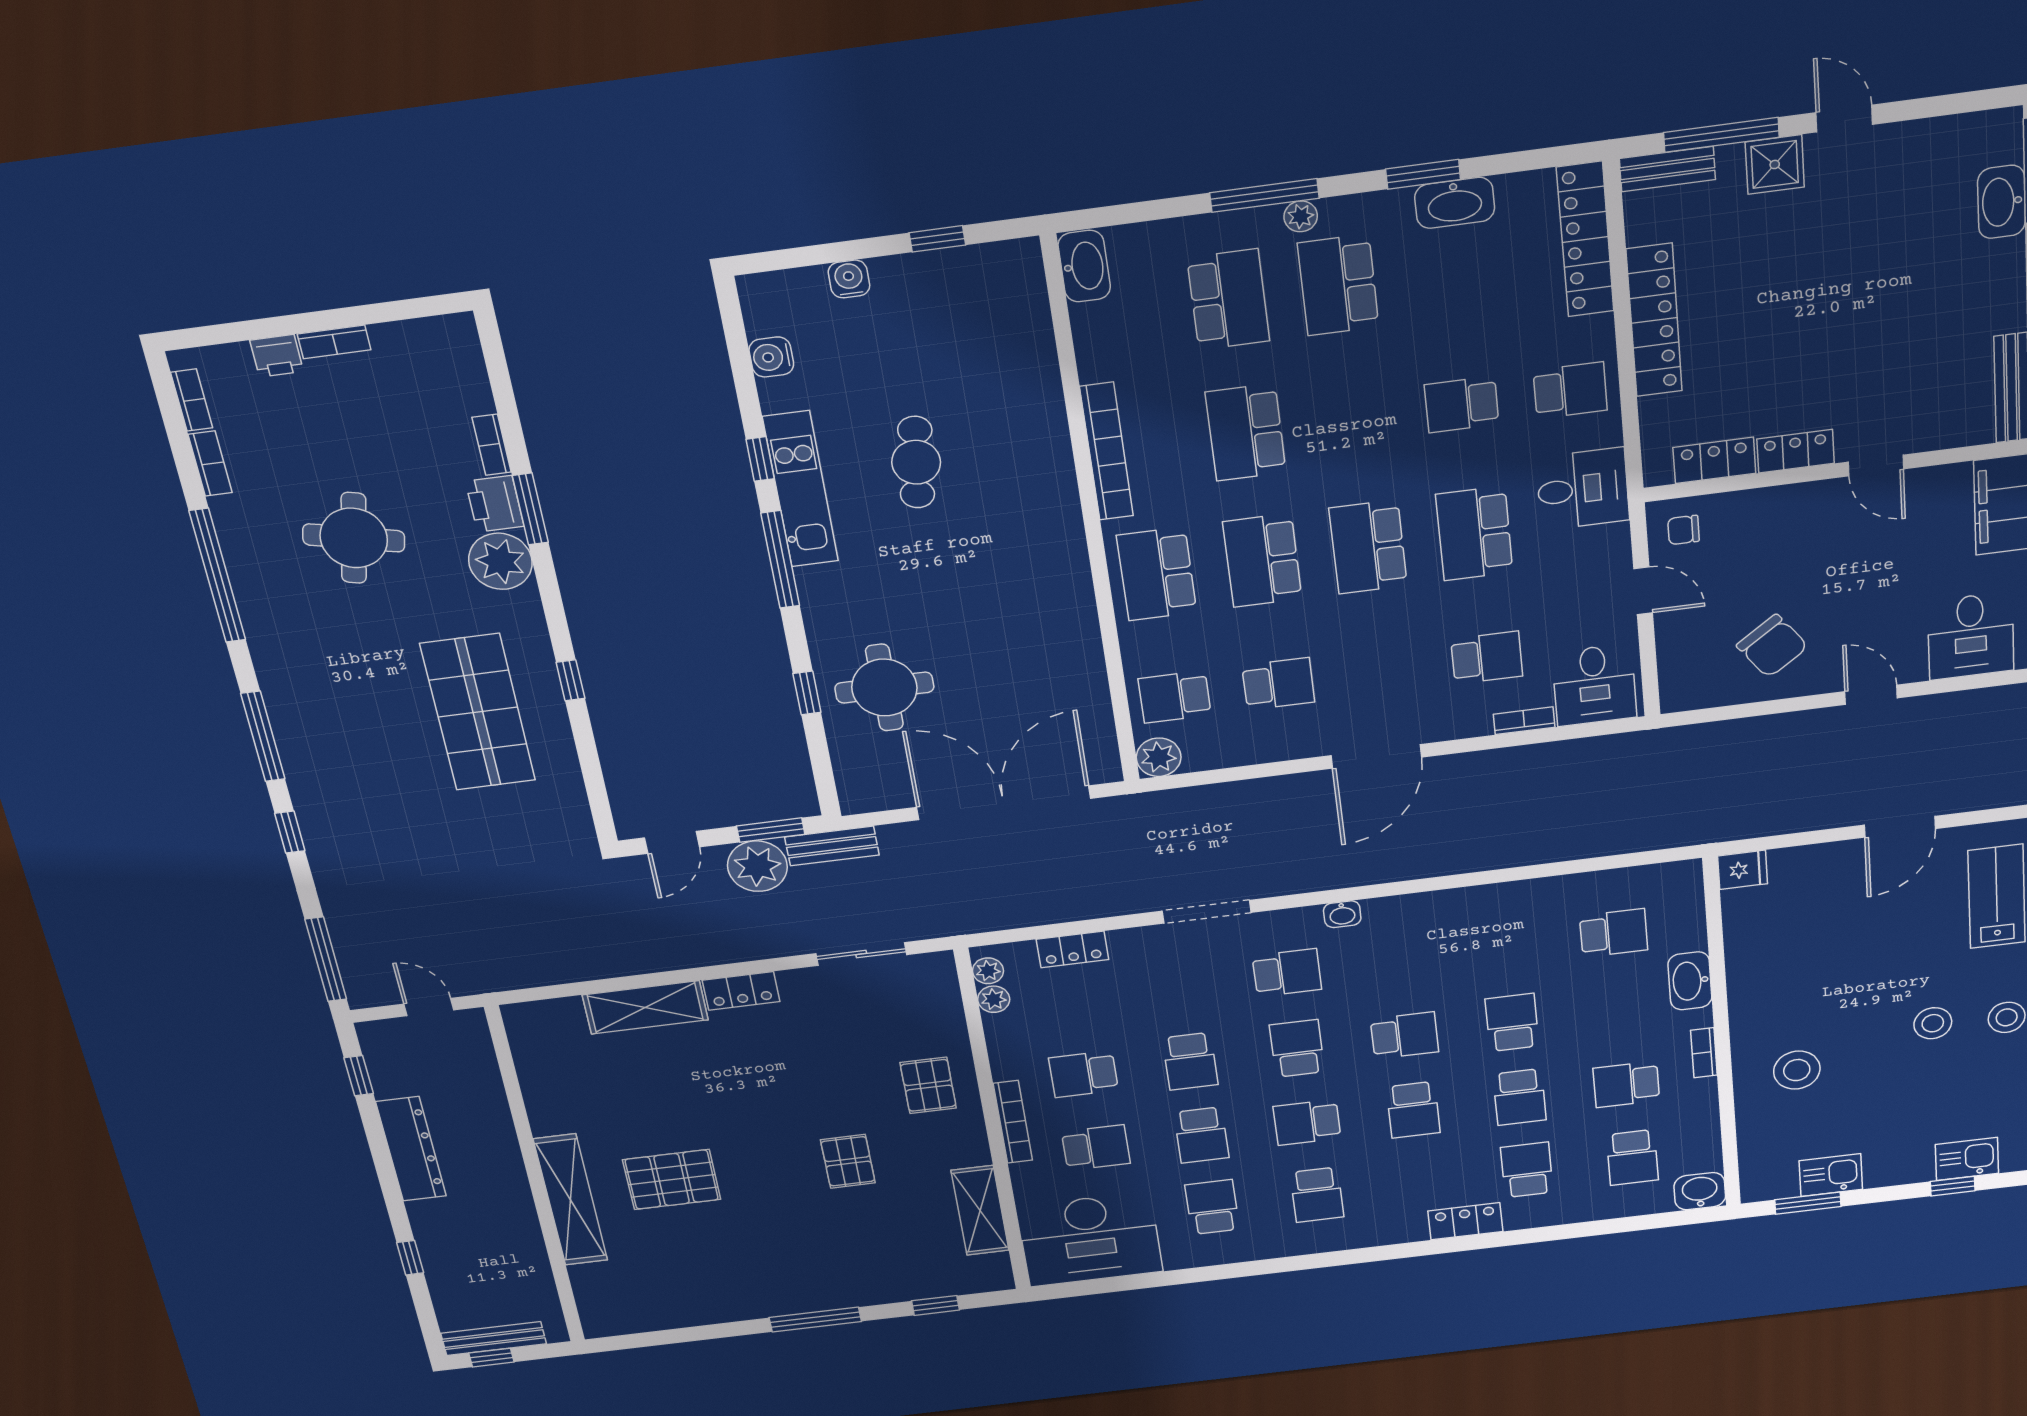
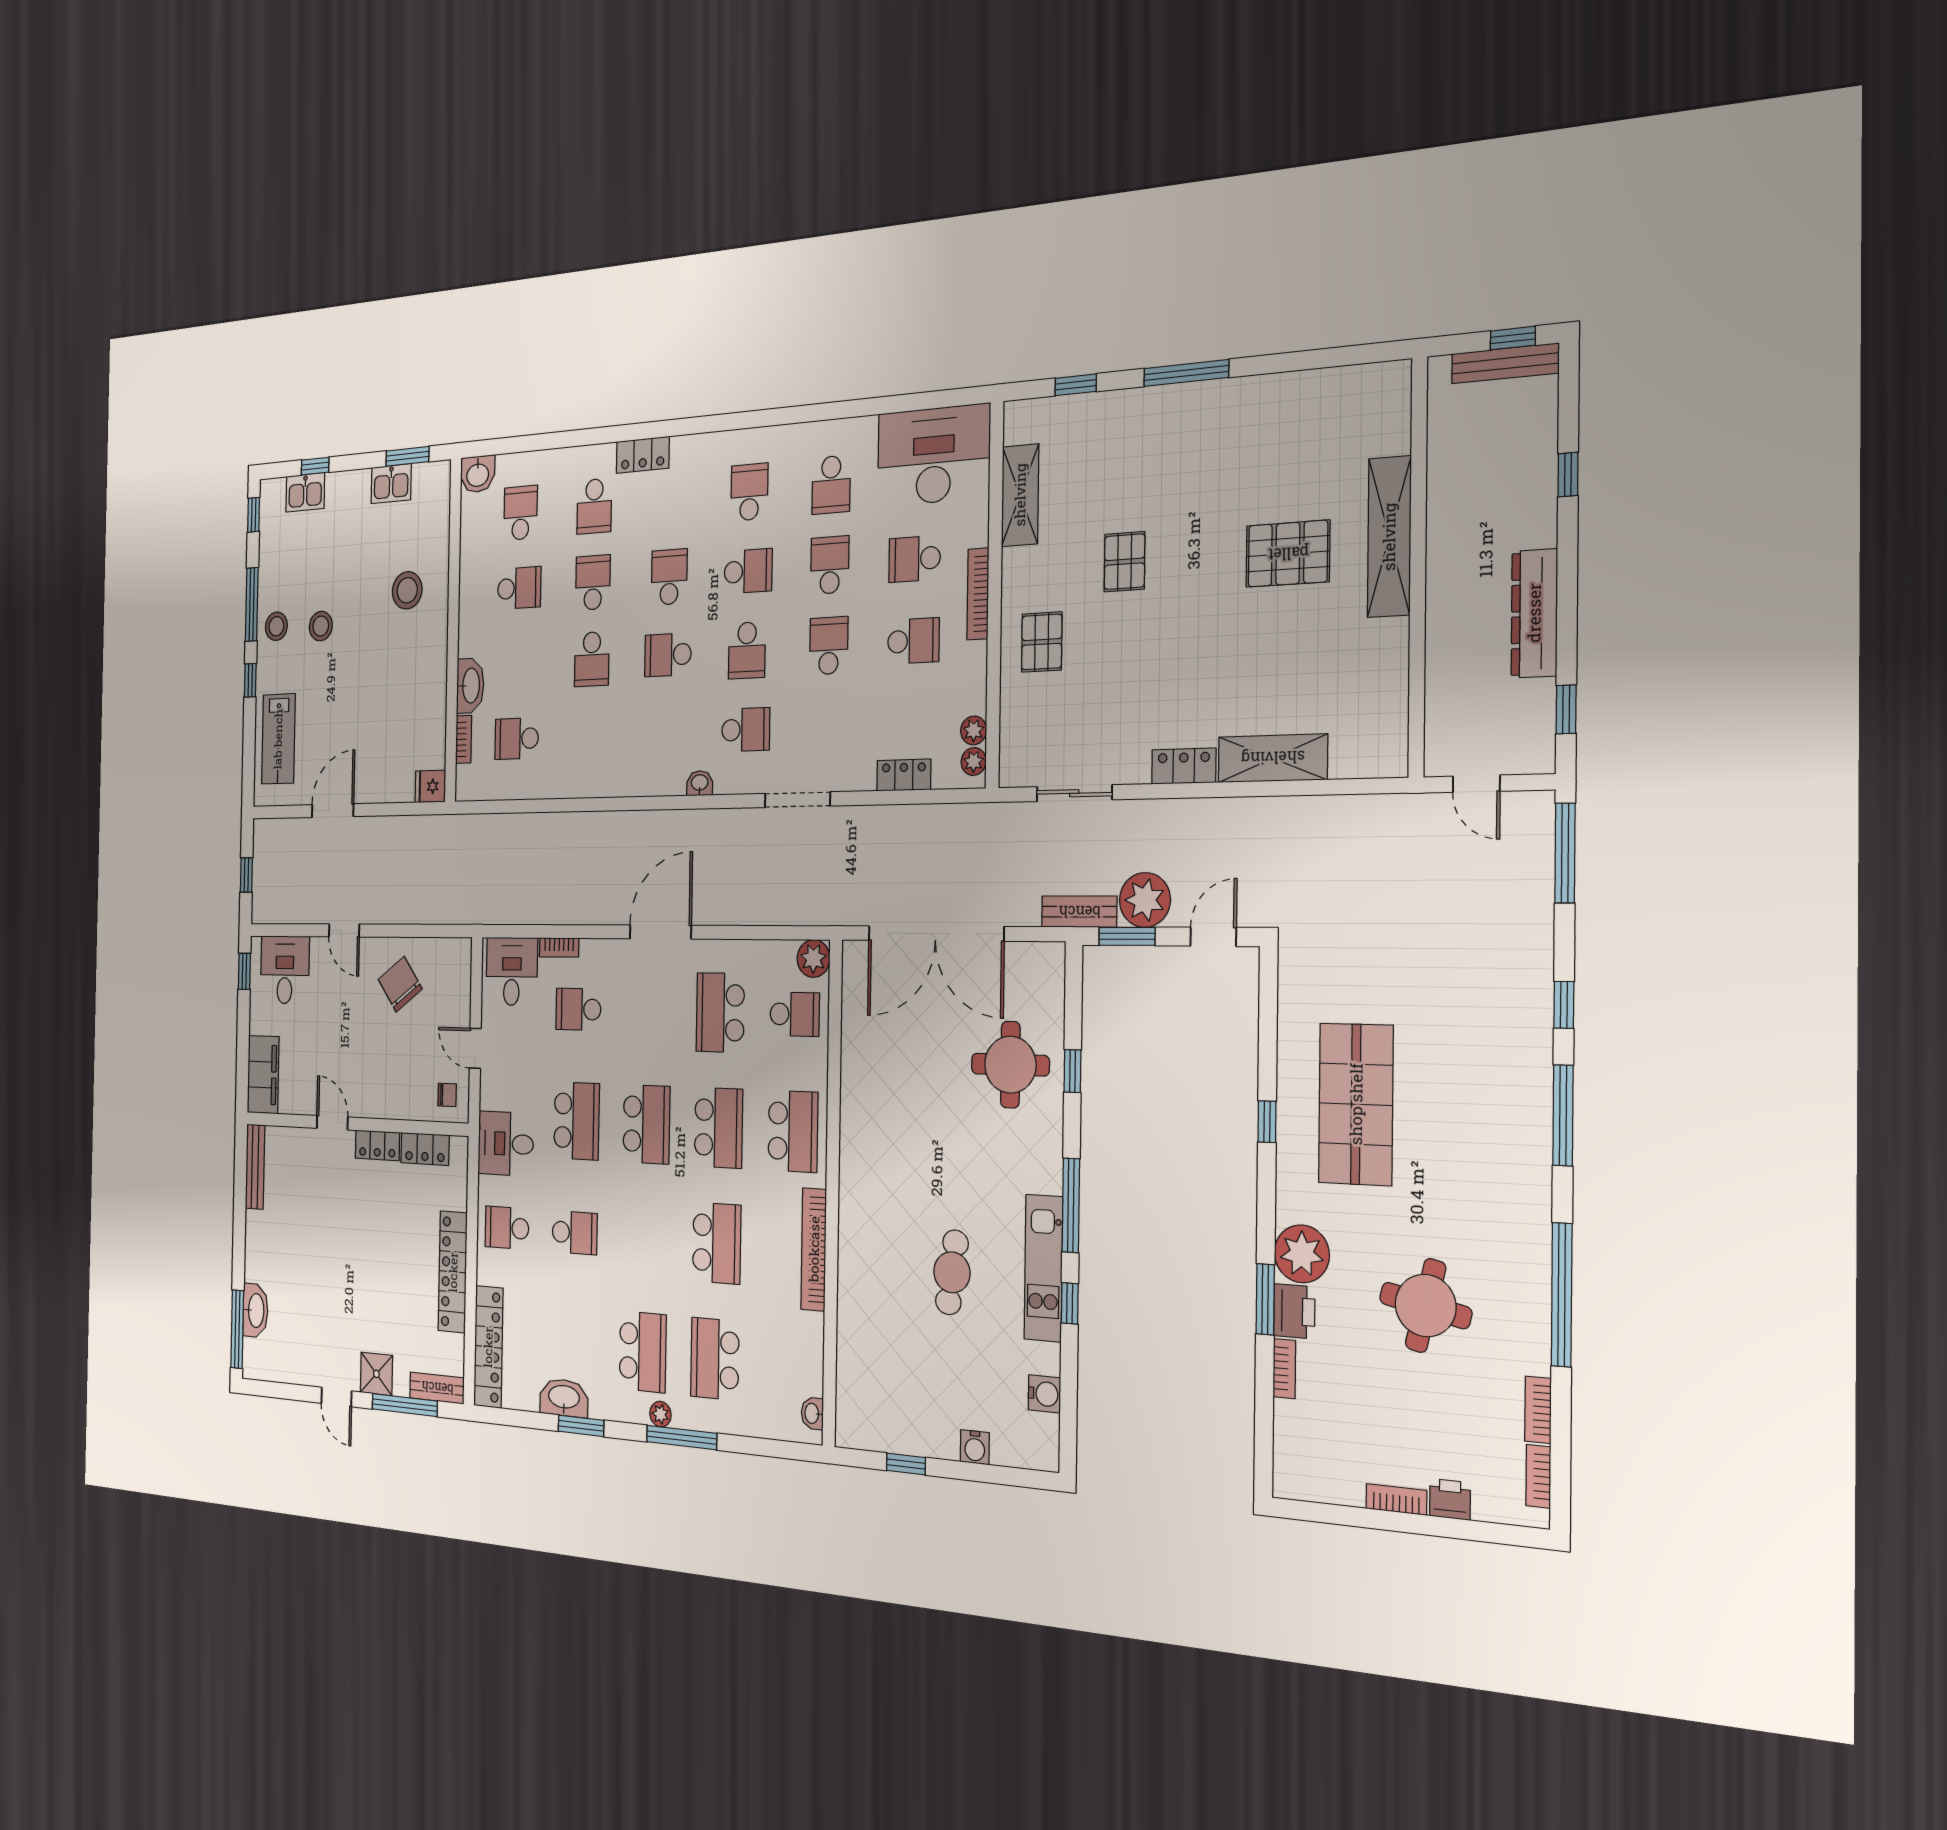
washbasin: (1084, 266) -> (812, 1413), width x0.52, depth x0.69
school desk: (1278, 684) -> (720, 1013), width x1.85
school desk: (1287, 973) -> (746, 730), turned 180
bookcase: (1704, 1053) -> (464, 739), moved

